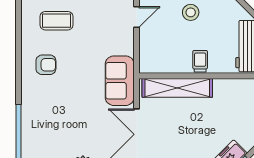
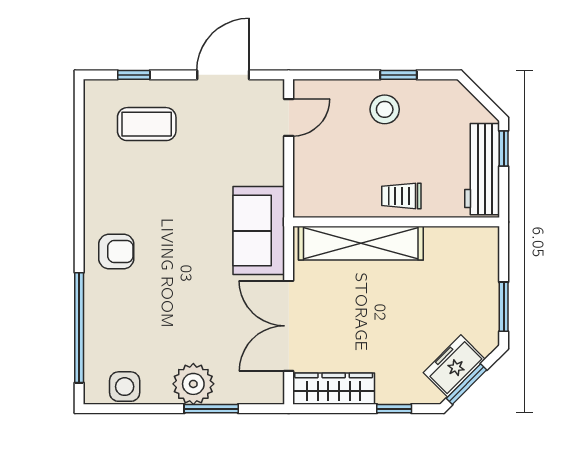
trolley: (200, 61) -> (401, 196), turned -90
armchair: (46, 65) -> (116, 251), moved

